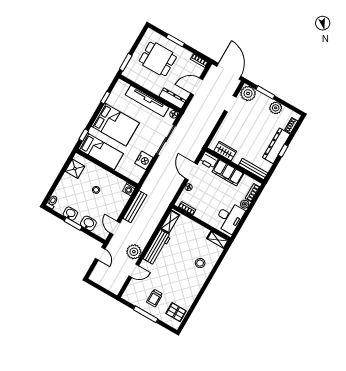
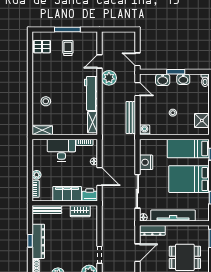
desk: (229, 218) -> (61, 150), moved, turned 90

